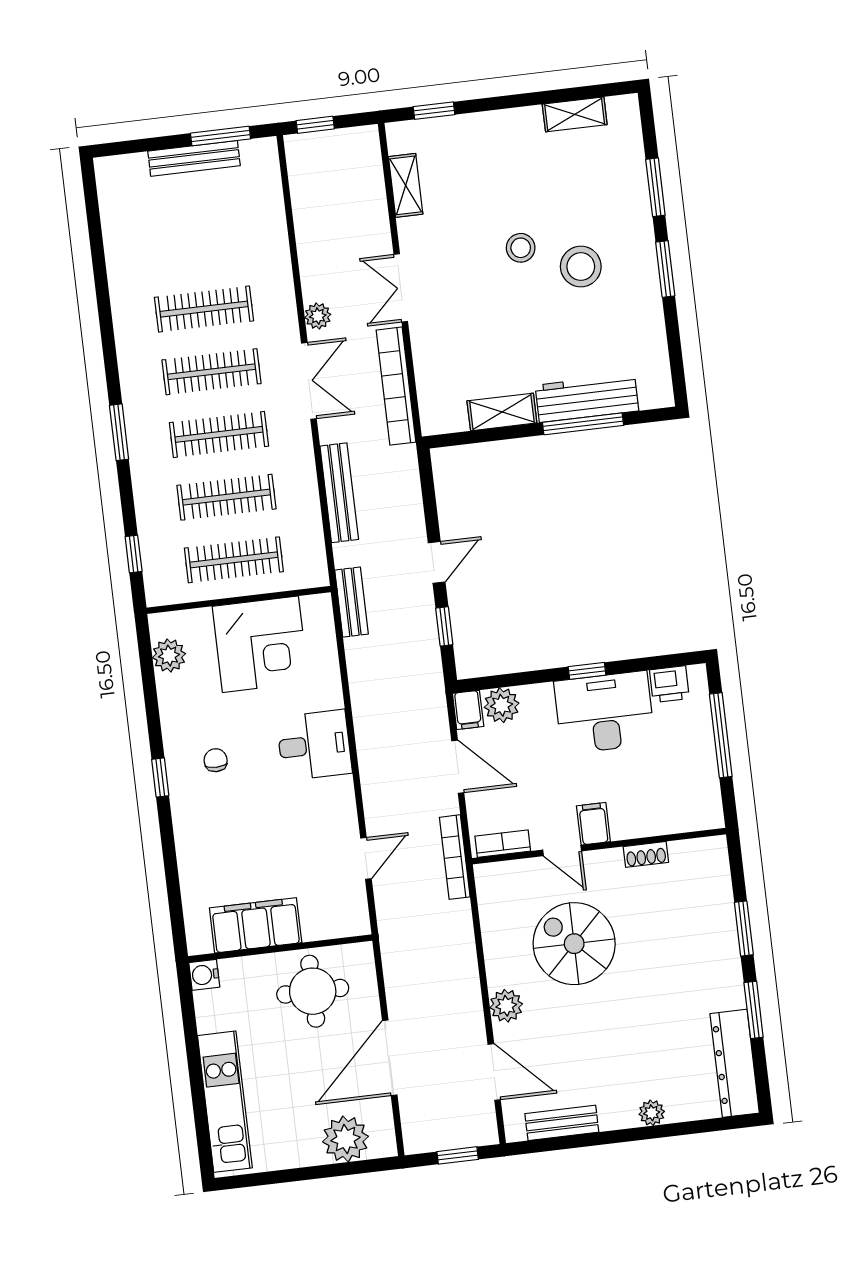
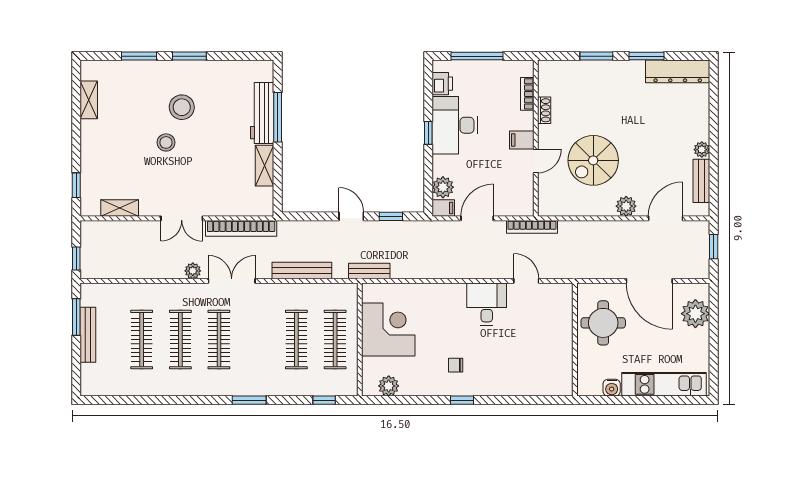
clothes rail: (219, 434) -> (142, 340), moved
desk: (314, 745) -> (487, 304), moved
bookcase: (503, 844) -> (527, 94), moved
filing cabinet: (256, 925) -> (559, 353), removed
water cooler: (204, 975) -> (612, 388), moved
plant: (652, 1113) -> (702, 150), moved

